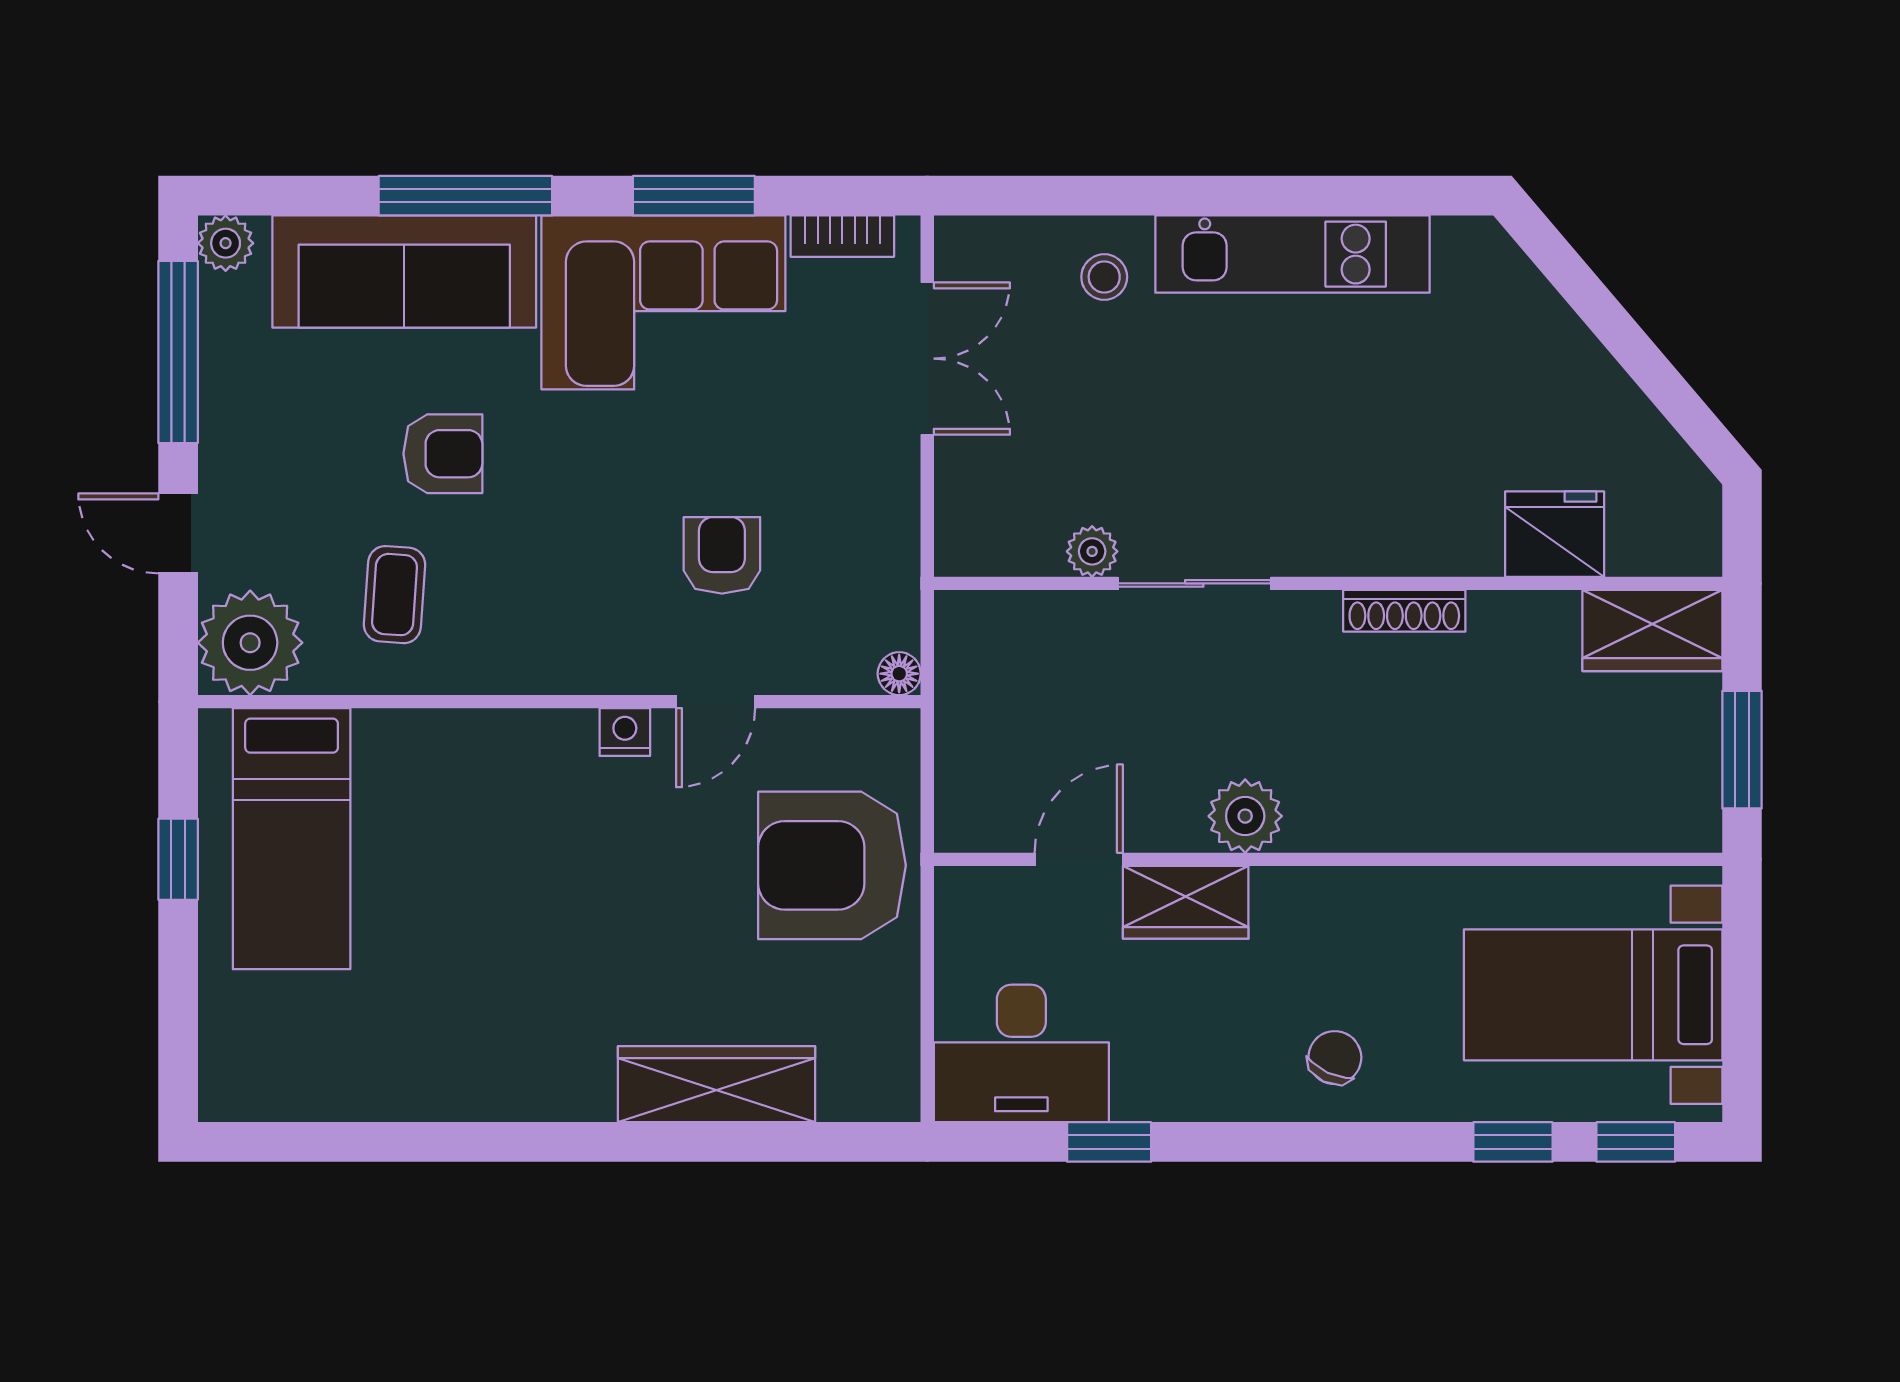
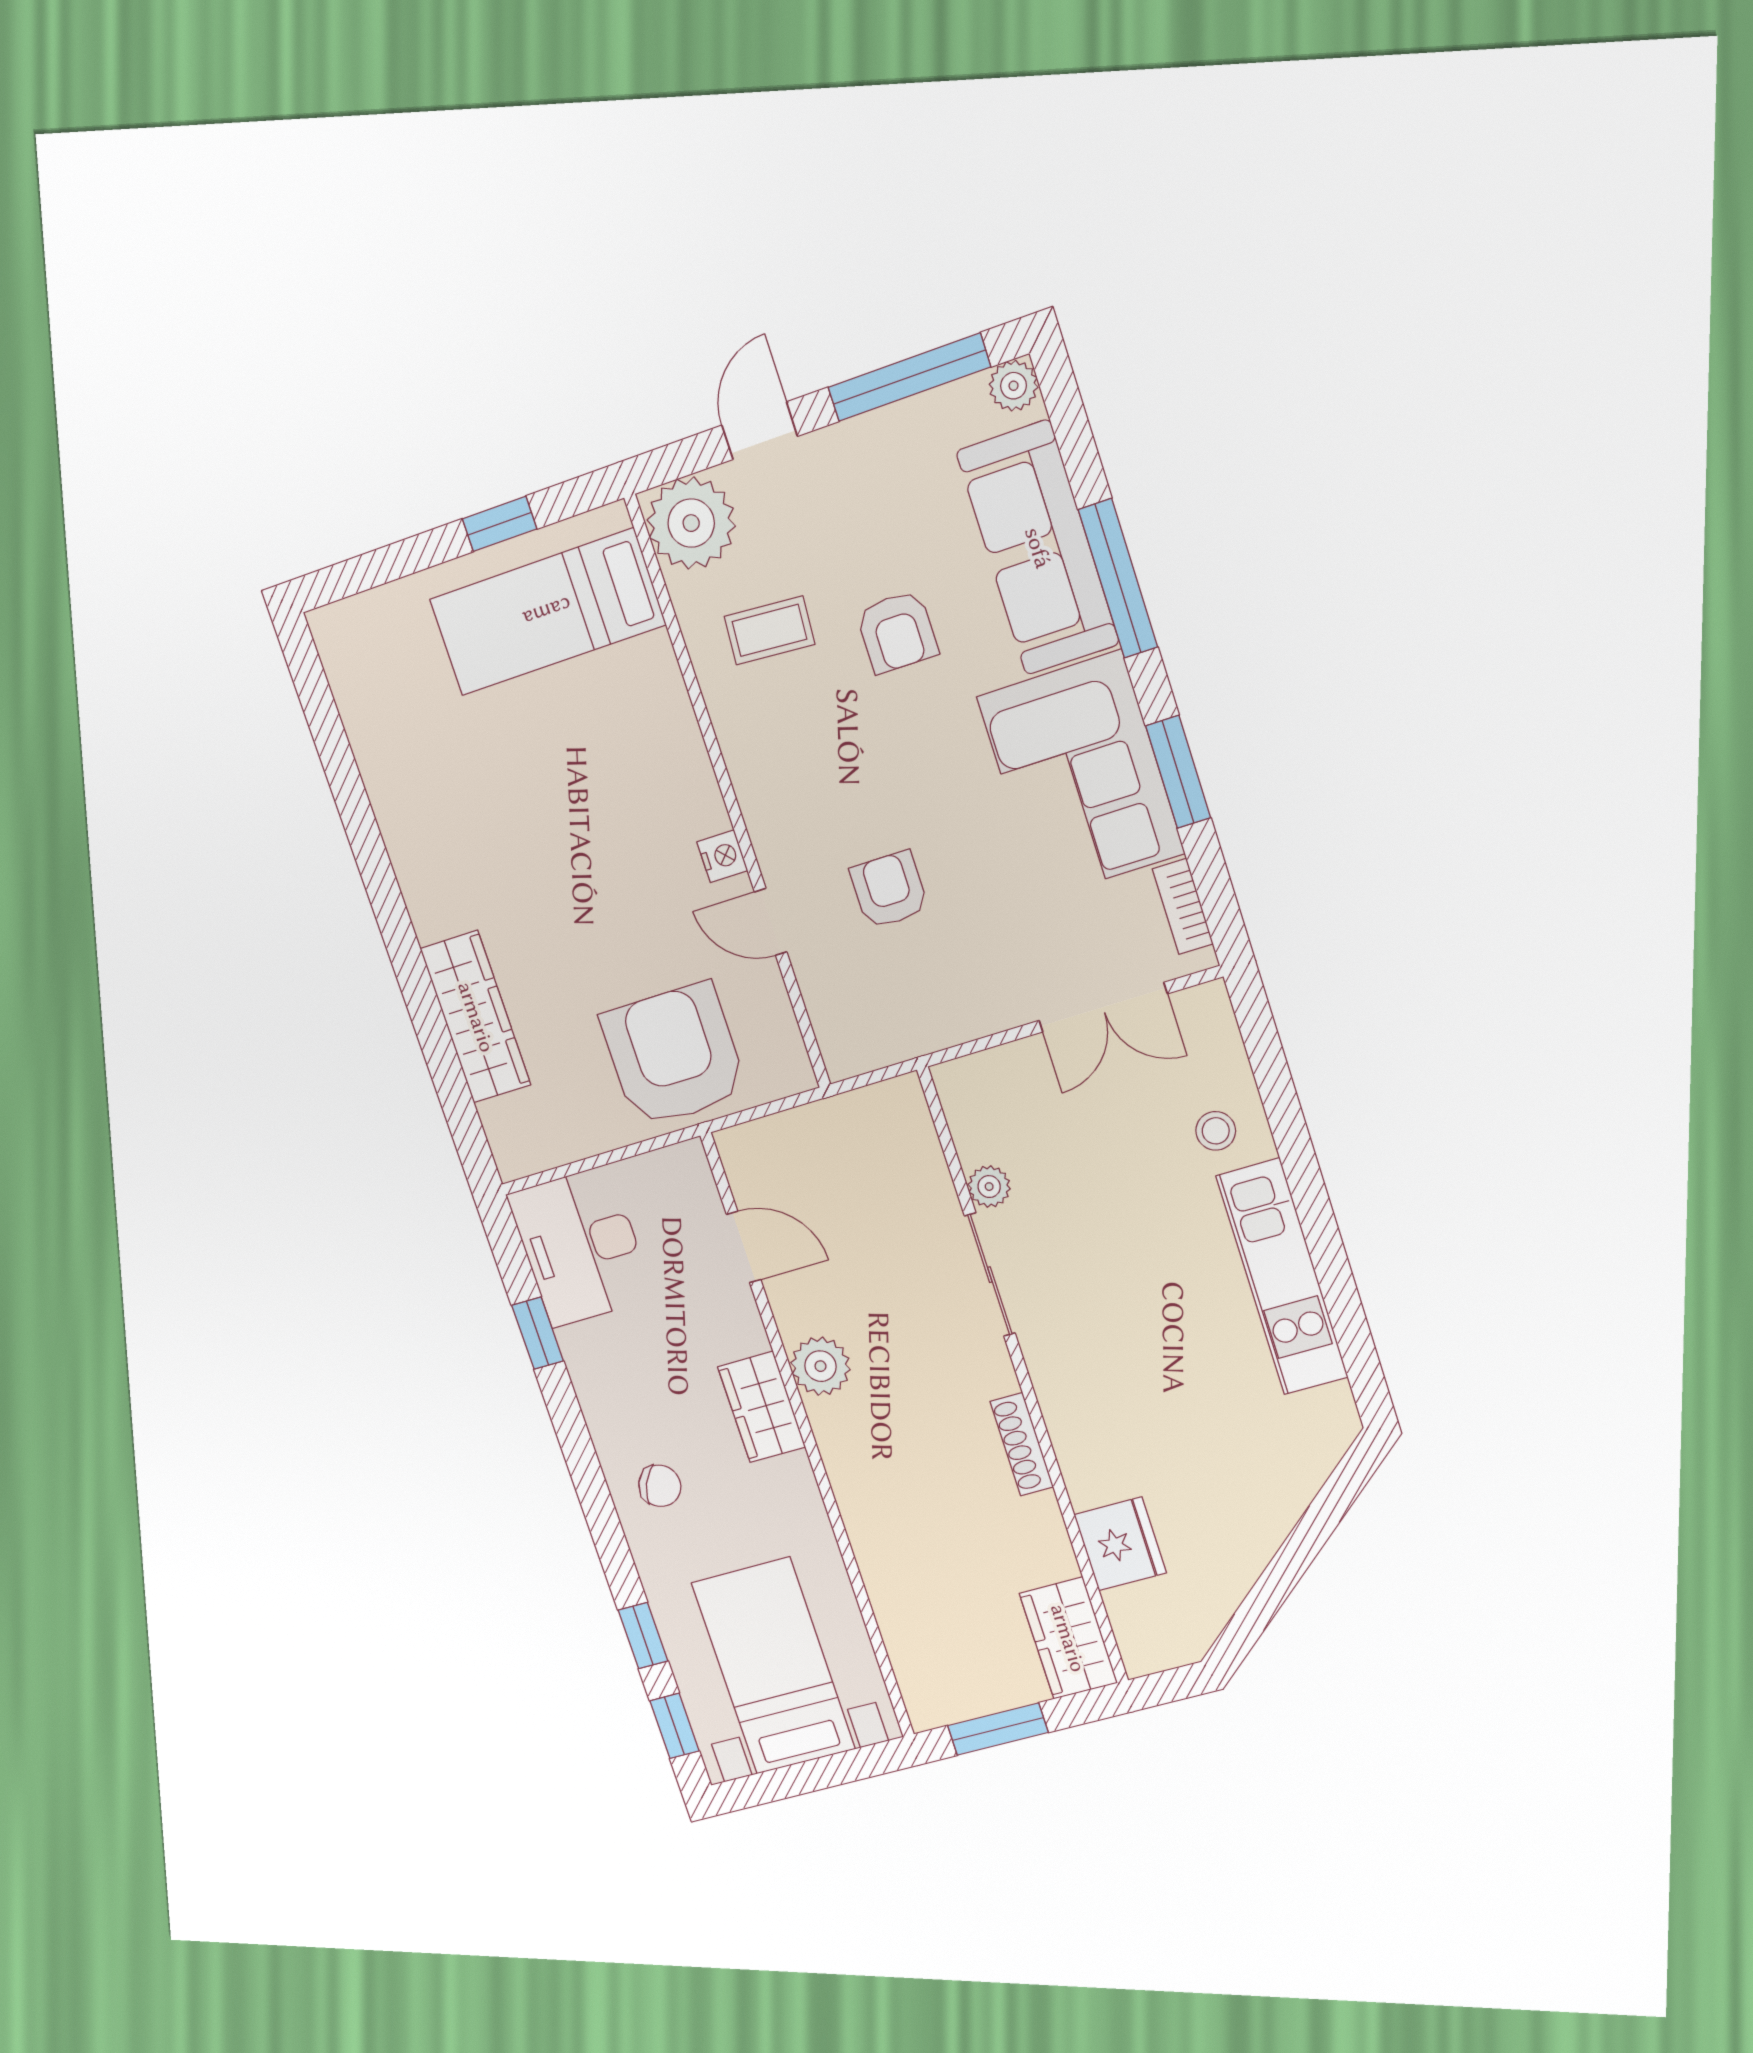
armchair: (722, 555) -> (889, 890), turned -90
floor lamp: (899, 674) -> (842, 1062), removed
wardrobe: (1186, 902) -> (762, 1407), moved

